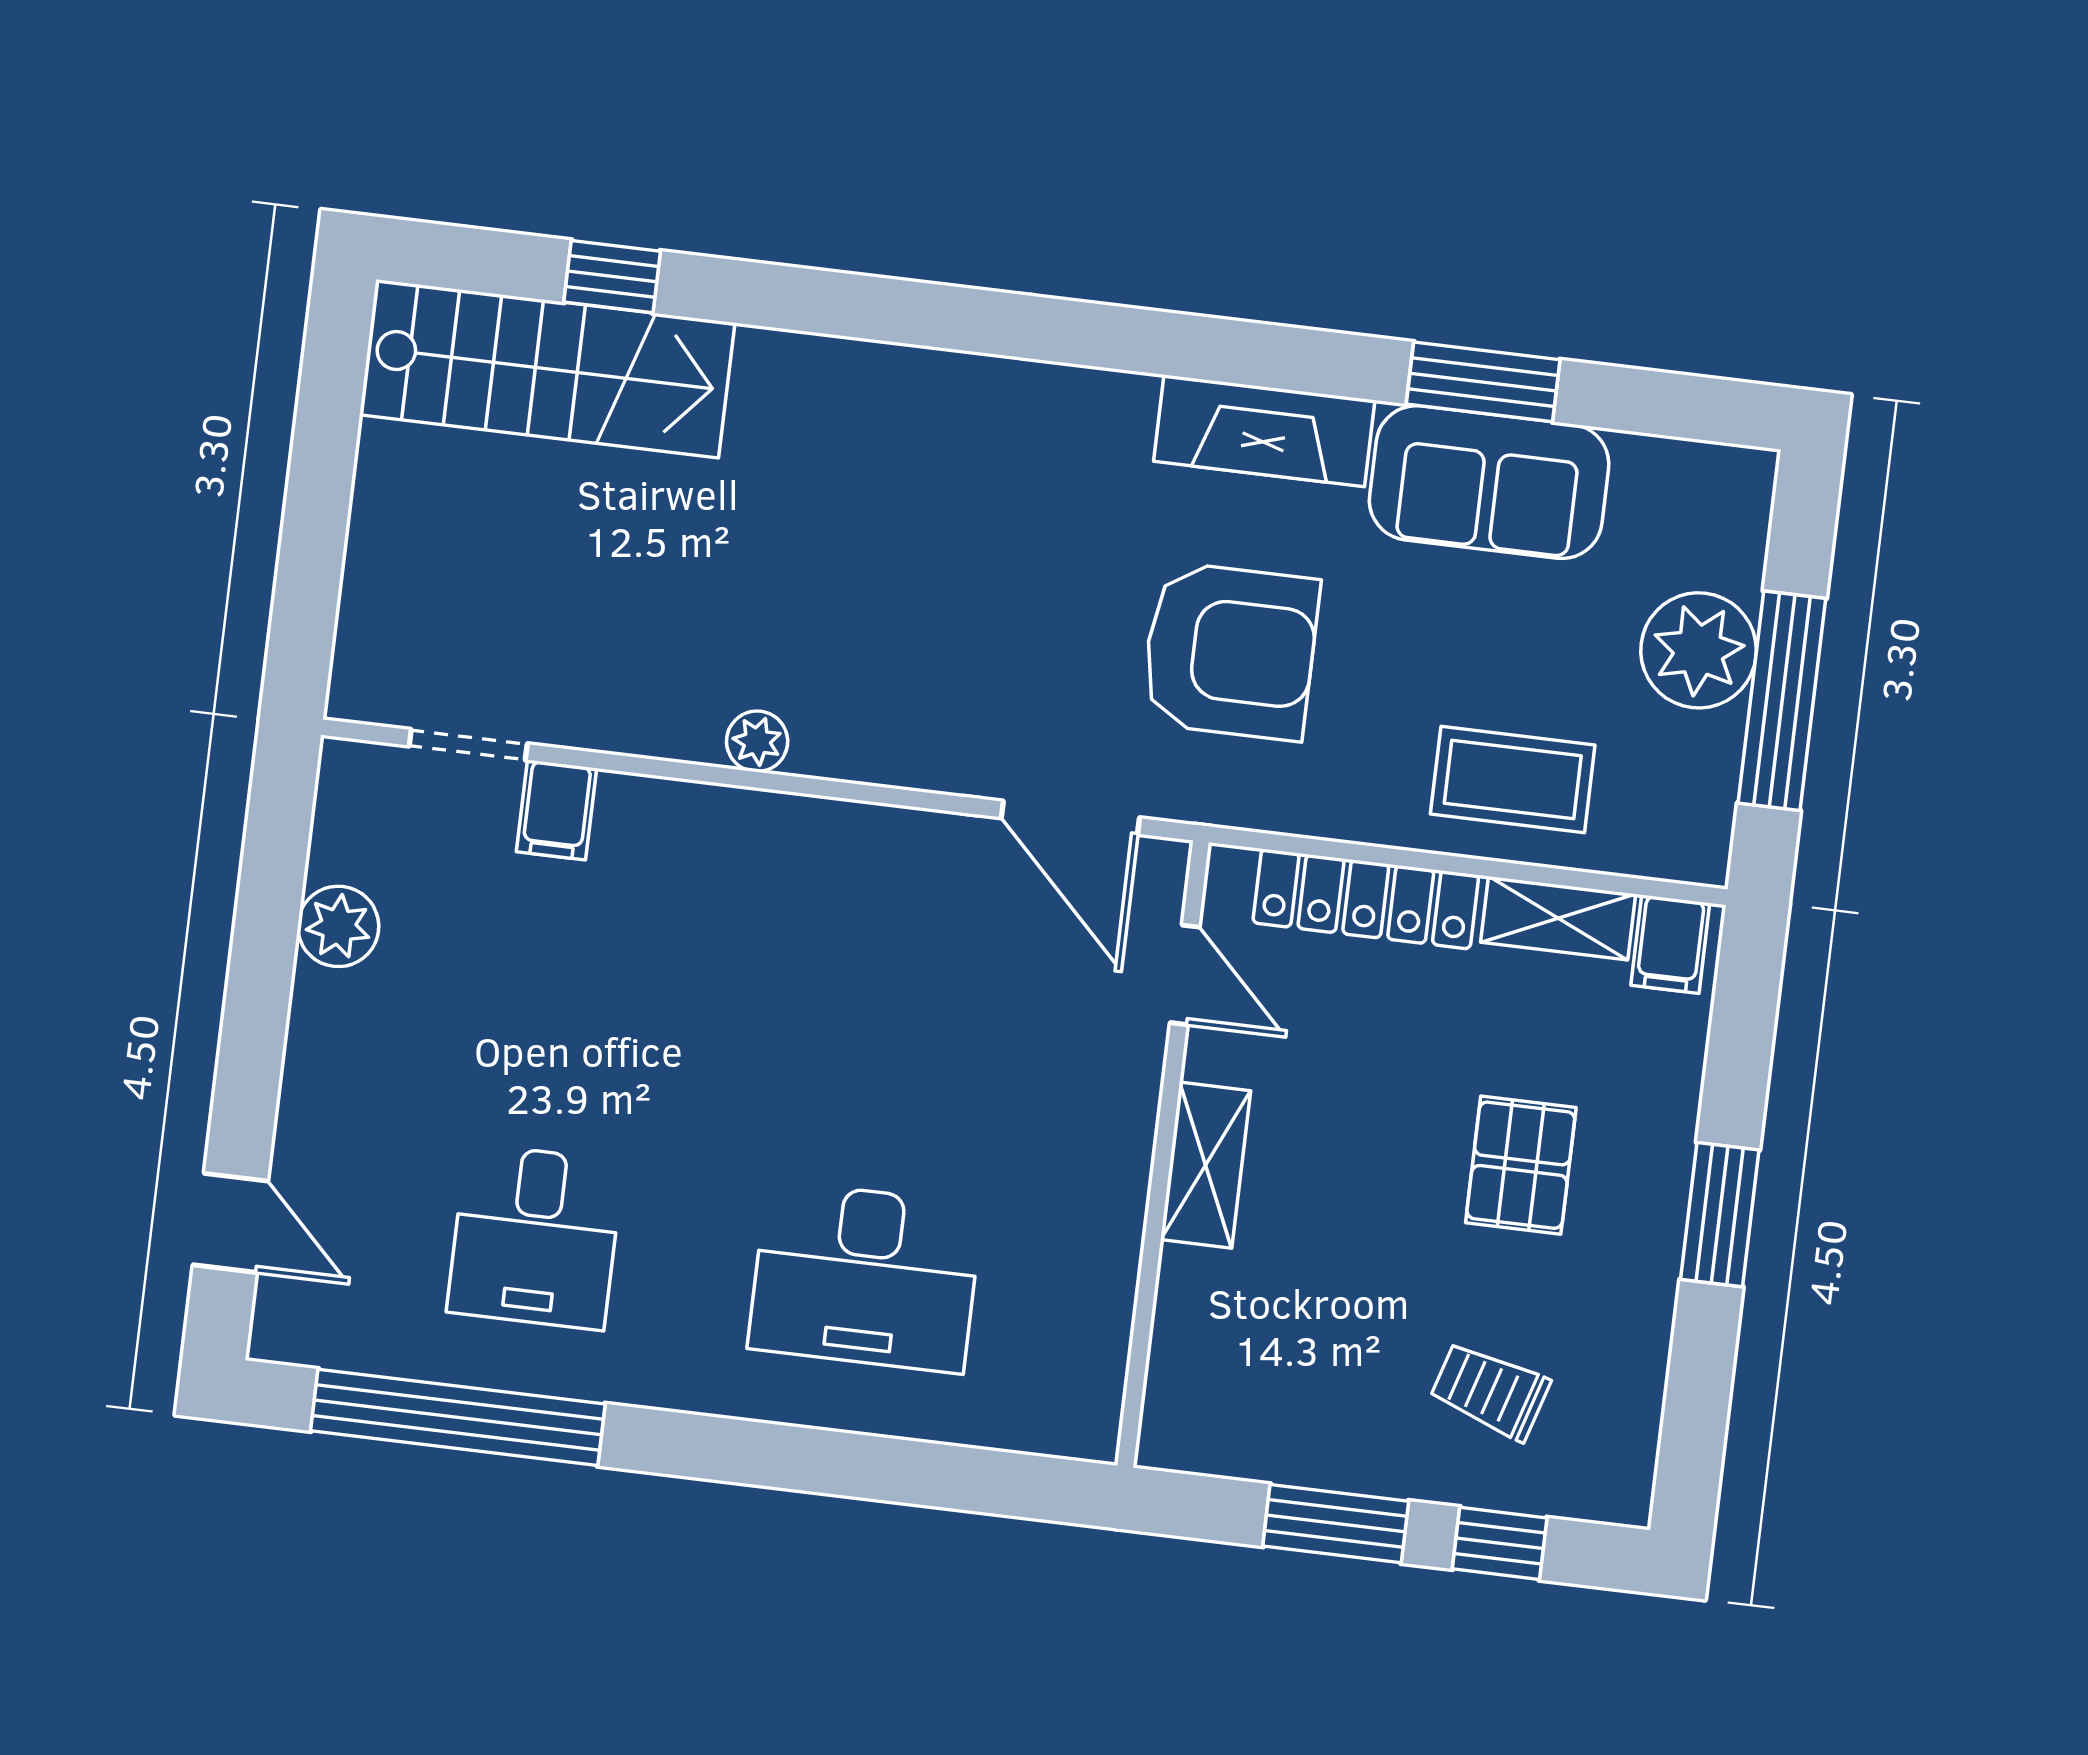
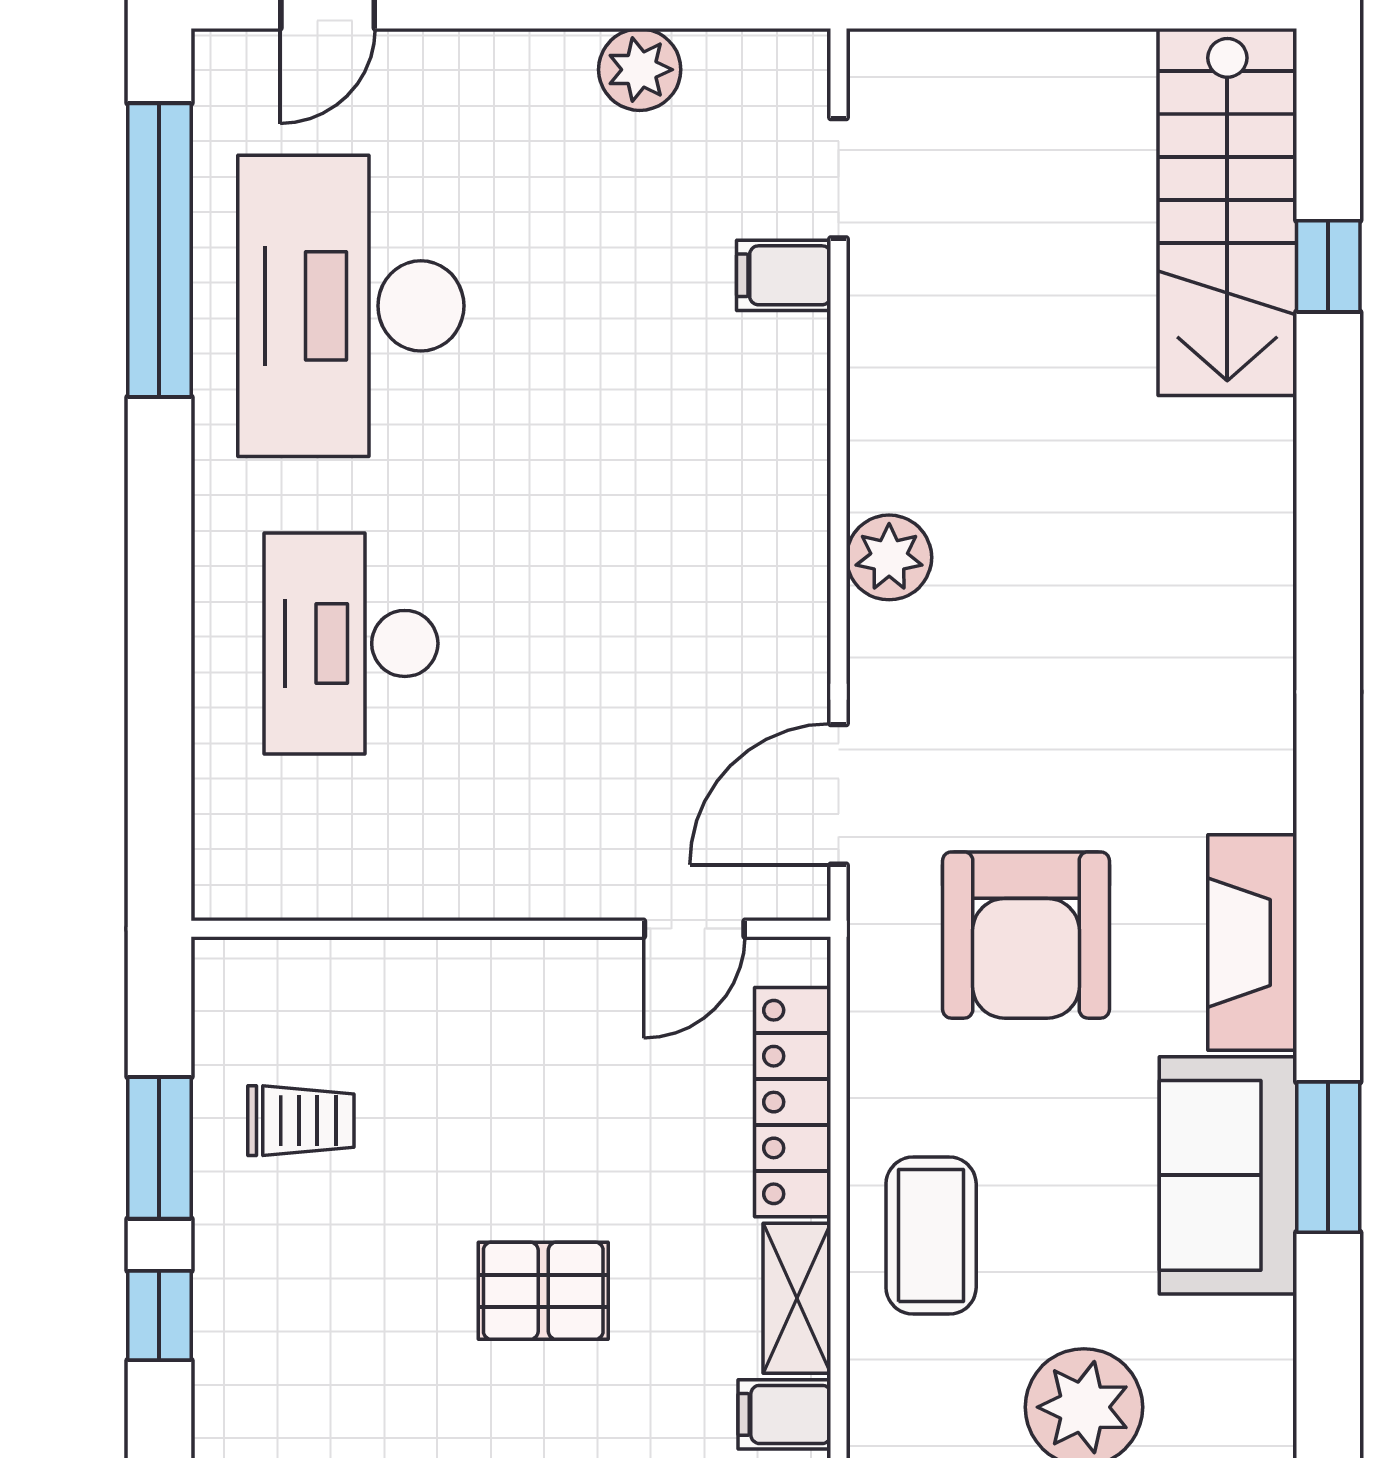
plant: (757, 741) -> (889, 557), moved, width x1.38, depth x1.38
shelving: (1206, 1165) -> (505, 973), removed
desk: (535, 1237) -> (351, 306), width x1.87, depth x1.30
trolley: (1490, 1391) -> (301, 1121), moved, turned 73

